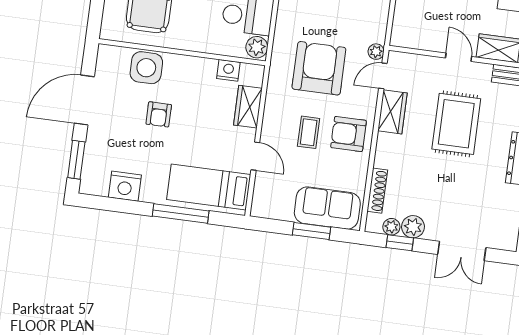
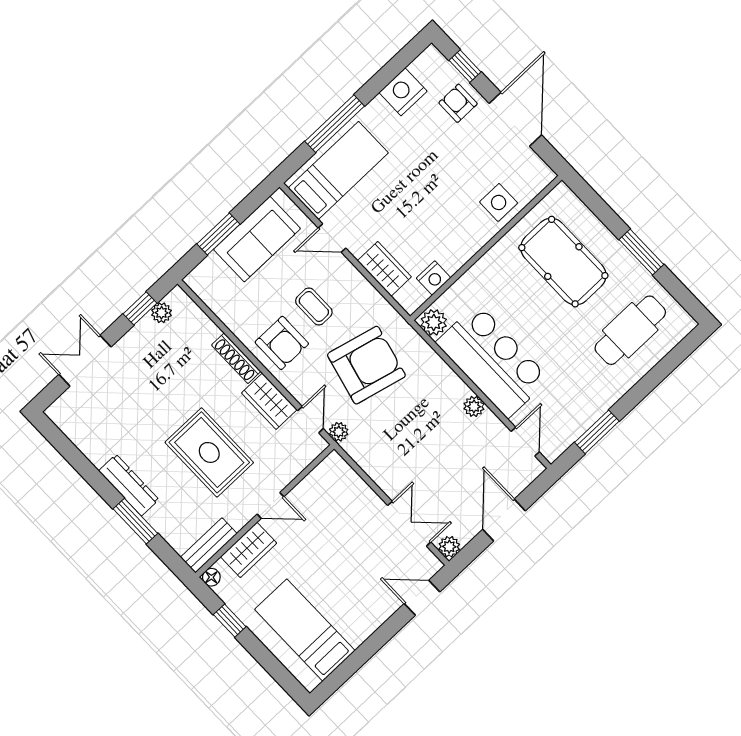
side table: (146, 68) -> (499, 202), width x0.73, depth x0.73
armchair: (319, 68) -> (366, 365), turned -76
armchair: (159, 114) -> (458, 103), moved
armchair: (349, 134) -> (282, 343), turned 90
window: (76, 160) -> (465, 66), width x0.67
shoe rack: (377, 191) -> (236, 358), moved
sofa: (327, 208) -> (257, 239), moved
plant: (413, 227) -> (145, 333), removed

